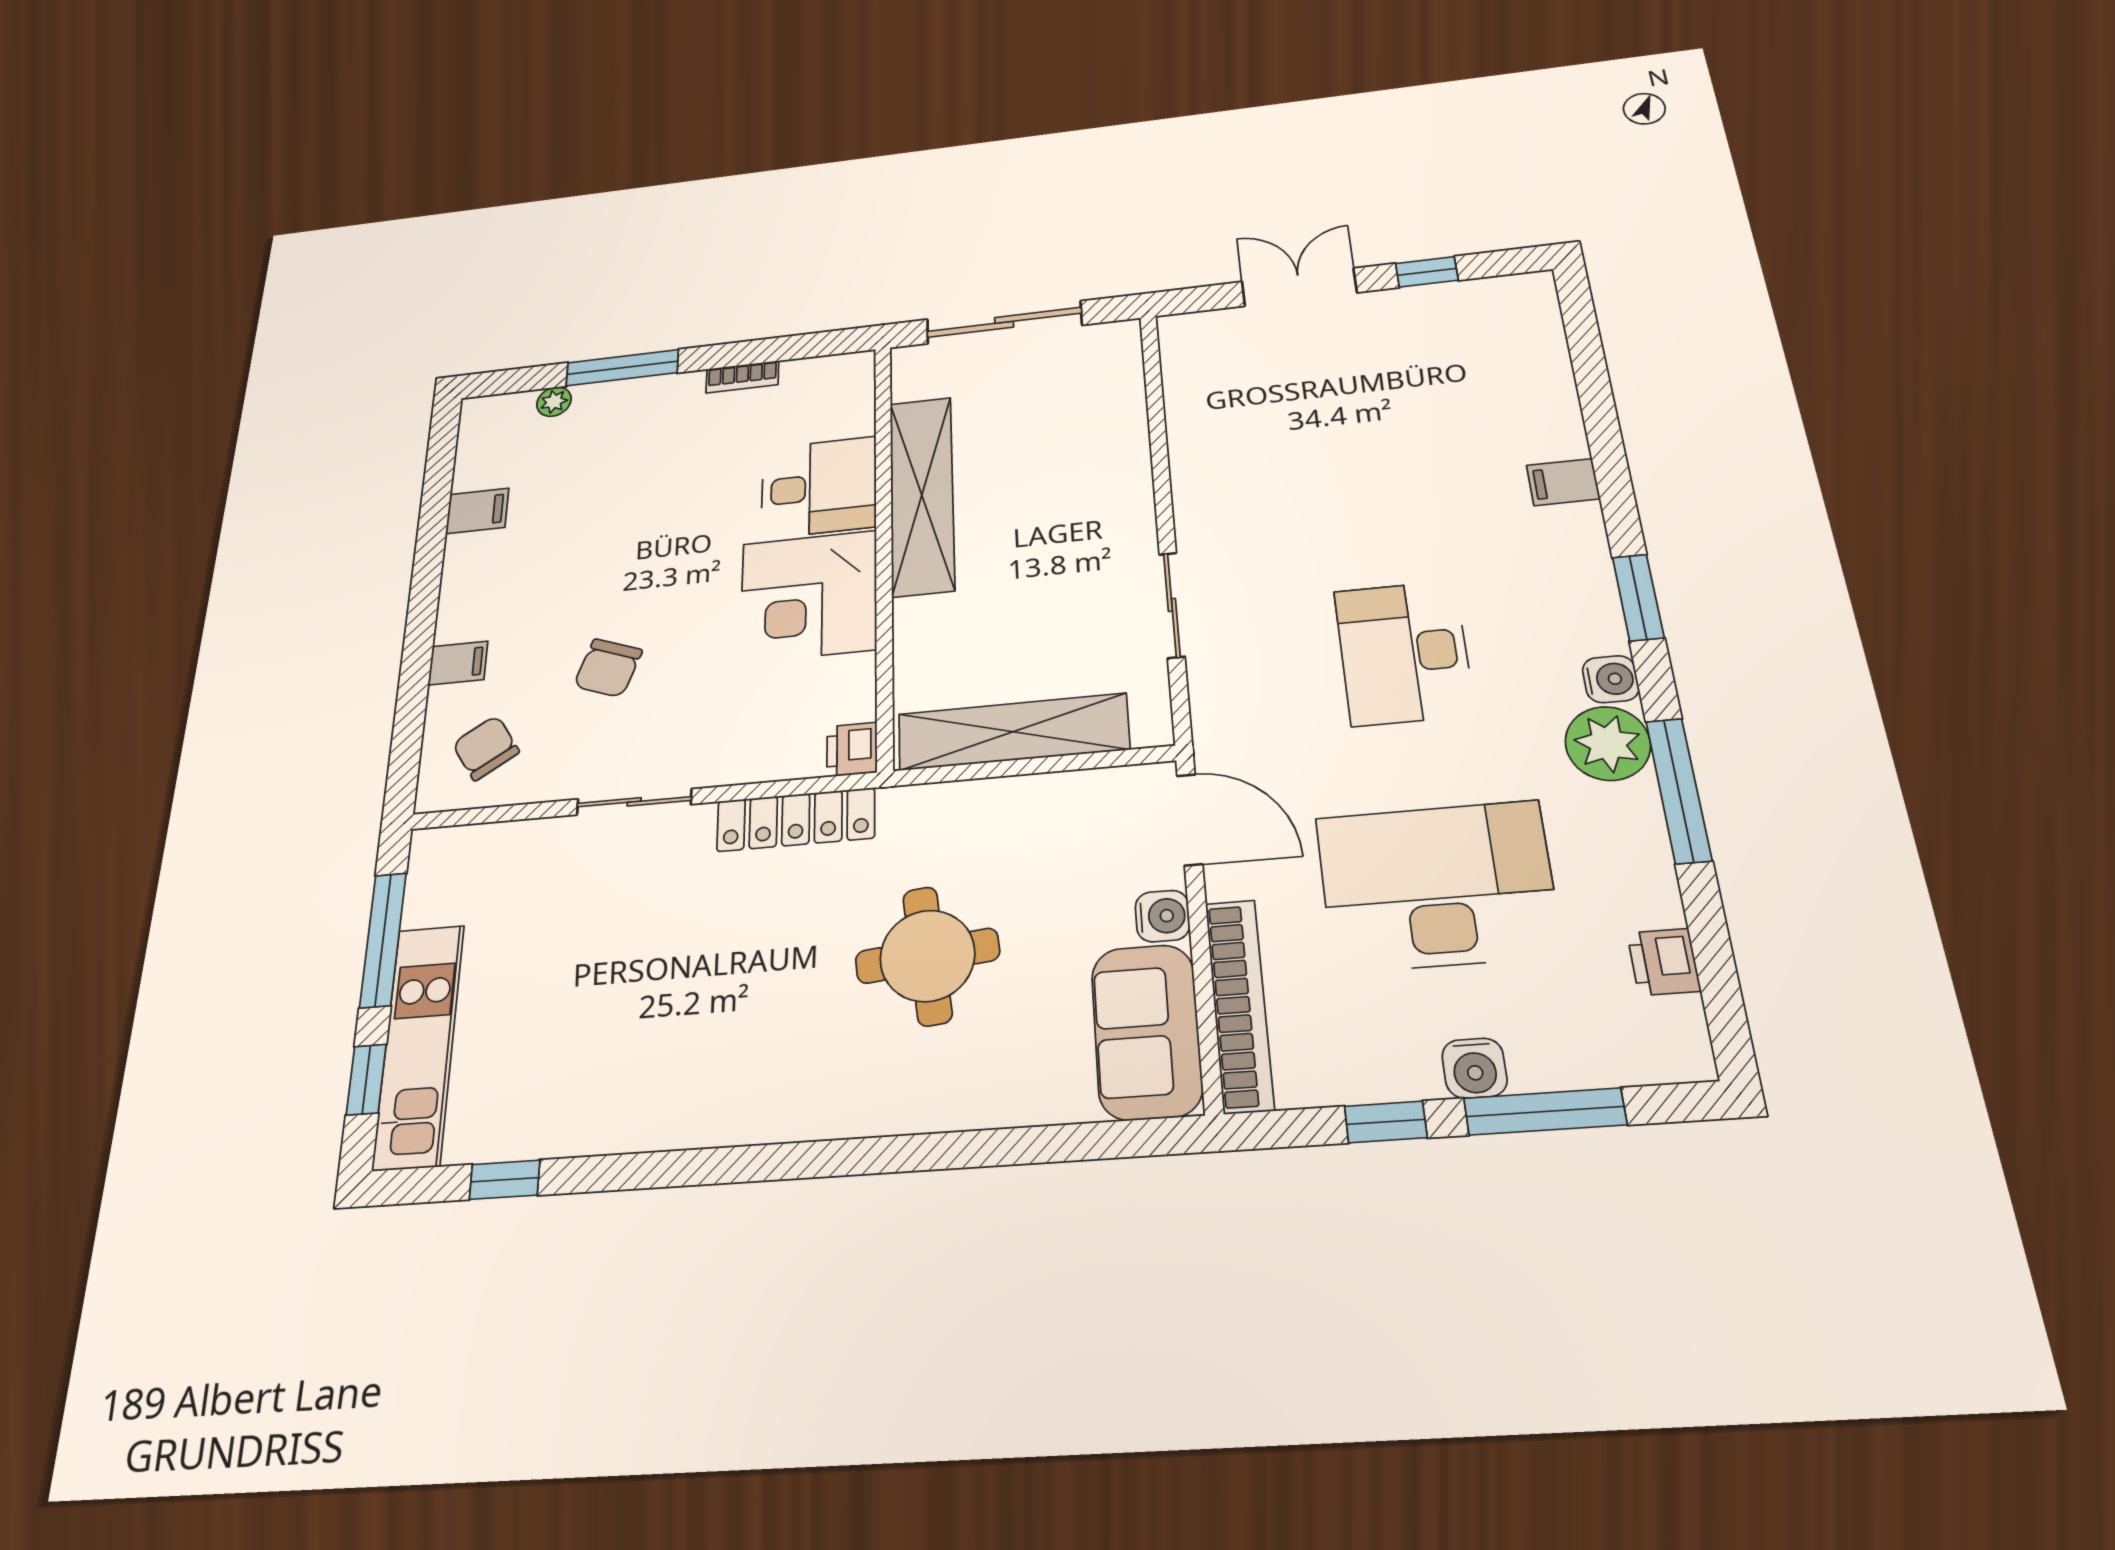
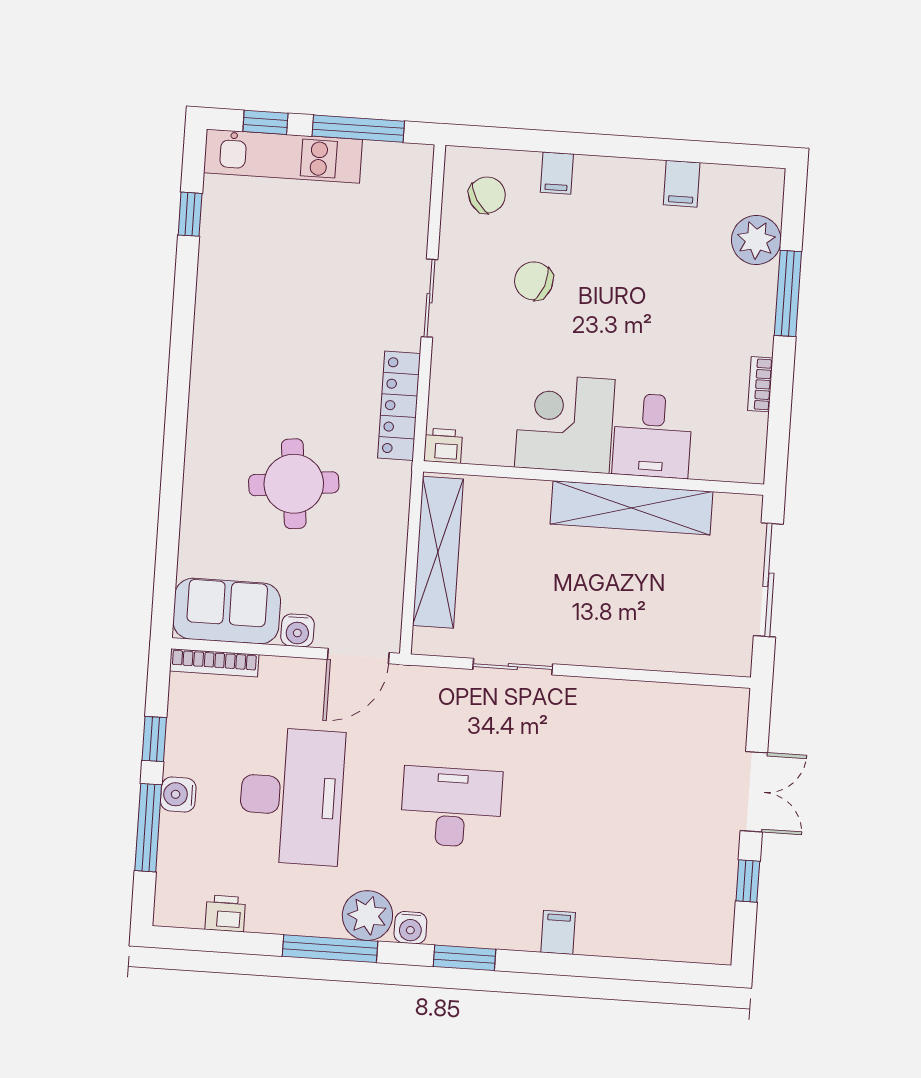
plant: (554, 402) -> (756, 240), width x1.88, depth x1.88
bookcase: (1239, 1005) -> (214, 663), width x0.68, depth x0.76

